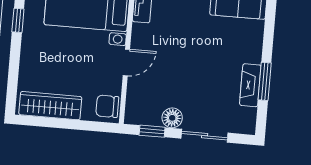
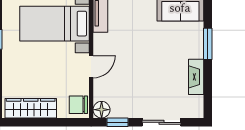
window: (265, 81) -> (208, 44), moved
floor lamp: (172, 118) -> (102, 110), moved

